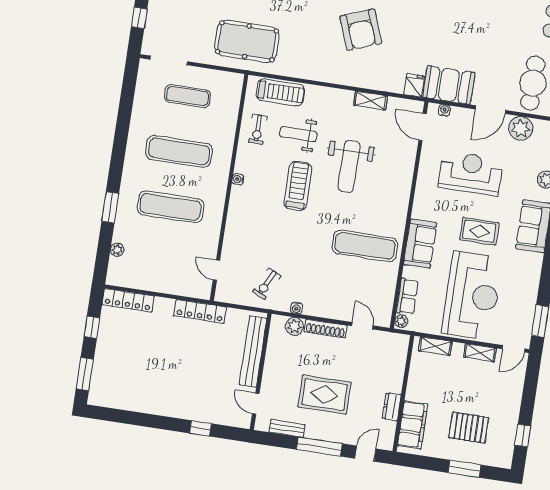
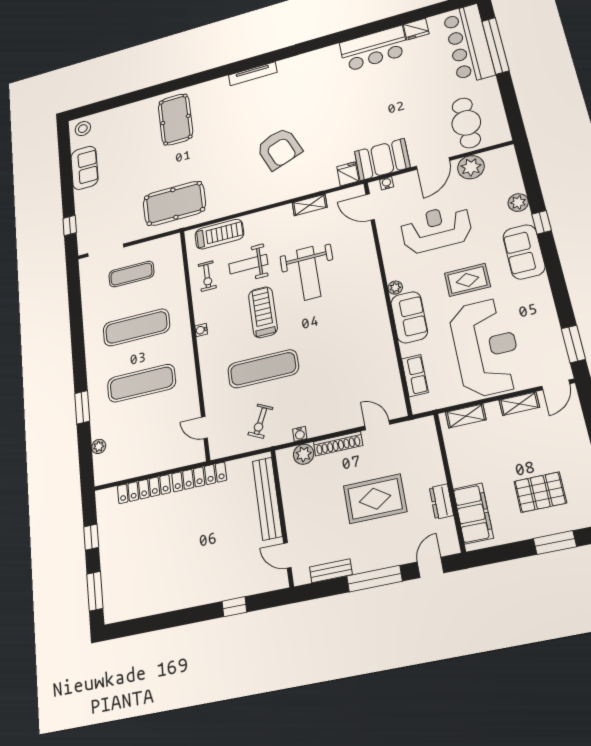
exercise mat: (365, 246) -> (263, 369), moved
locker: (128, 300) -> (144, 489), moved
plant: (401, 321) -> (395, 288), moved
rug: (324, 395) -> (375, 499), moved

